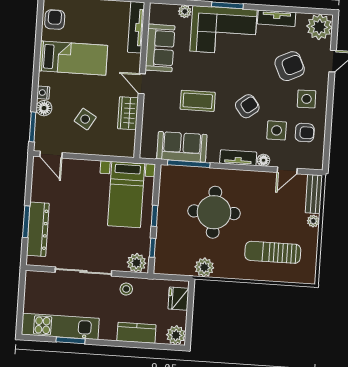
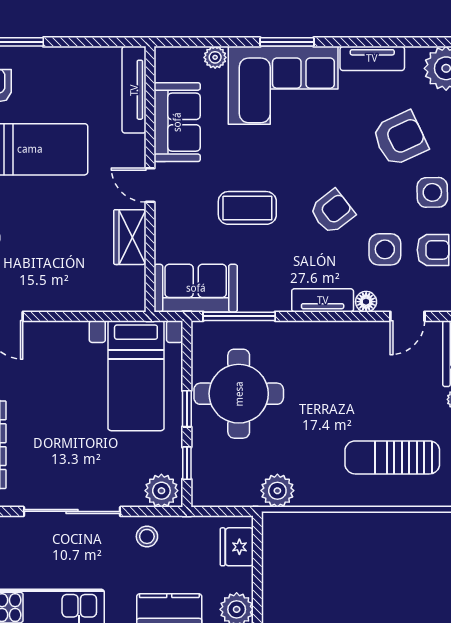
side table: (85, 119) -> (58, 252), removed
sofa: (182, 147) -> (196, 288), moved
round table: (214, 212) -> (239, 394), moved

